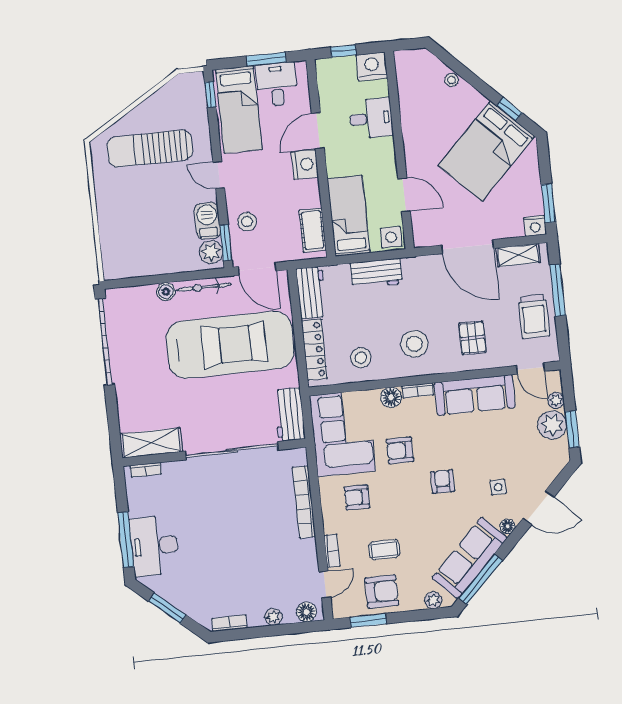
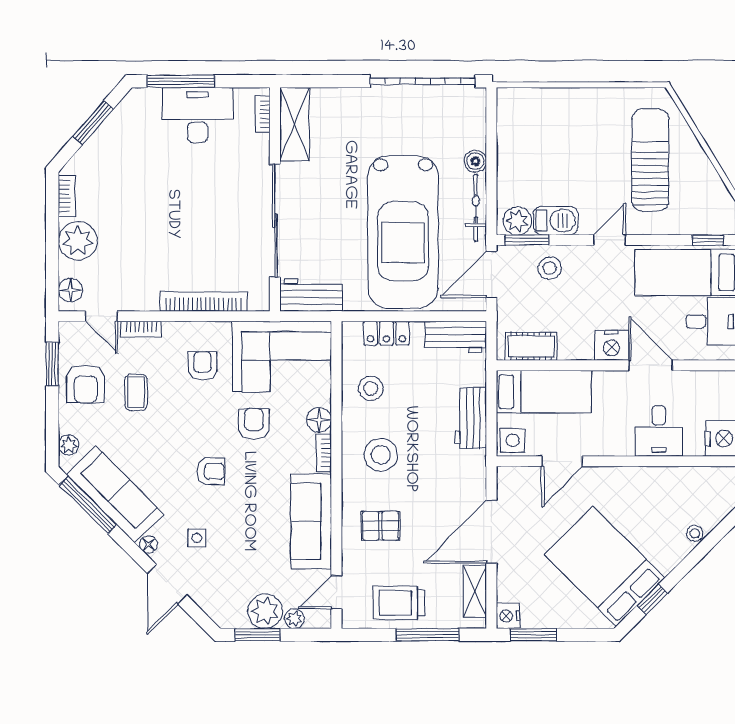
locker: (314, 350) -> (386, 333), width x0.66
desk: (154, 546) -> (198, 115), moved
plant: (273, 617) -> (78, 241), width x1.88, depth x1.88

